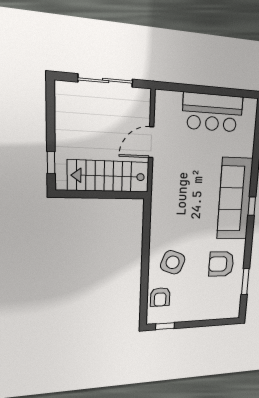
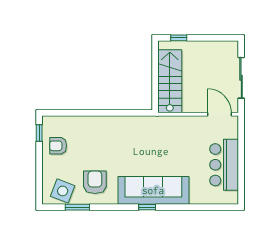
door: (151, 142) -> (219, 114), moved
side table: (173, 262) -> (63, 191), moved
armchair: (160, 297) -> (58, 146), moved

